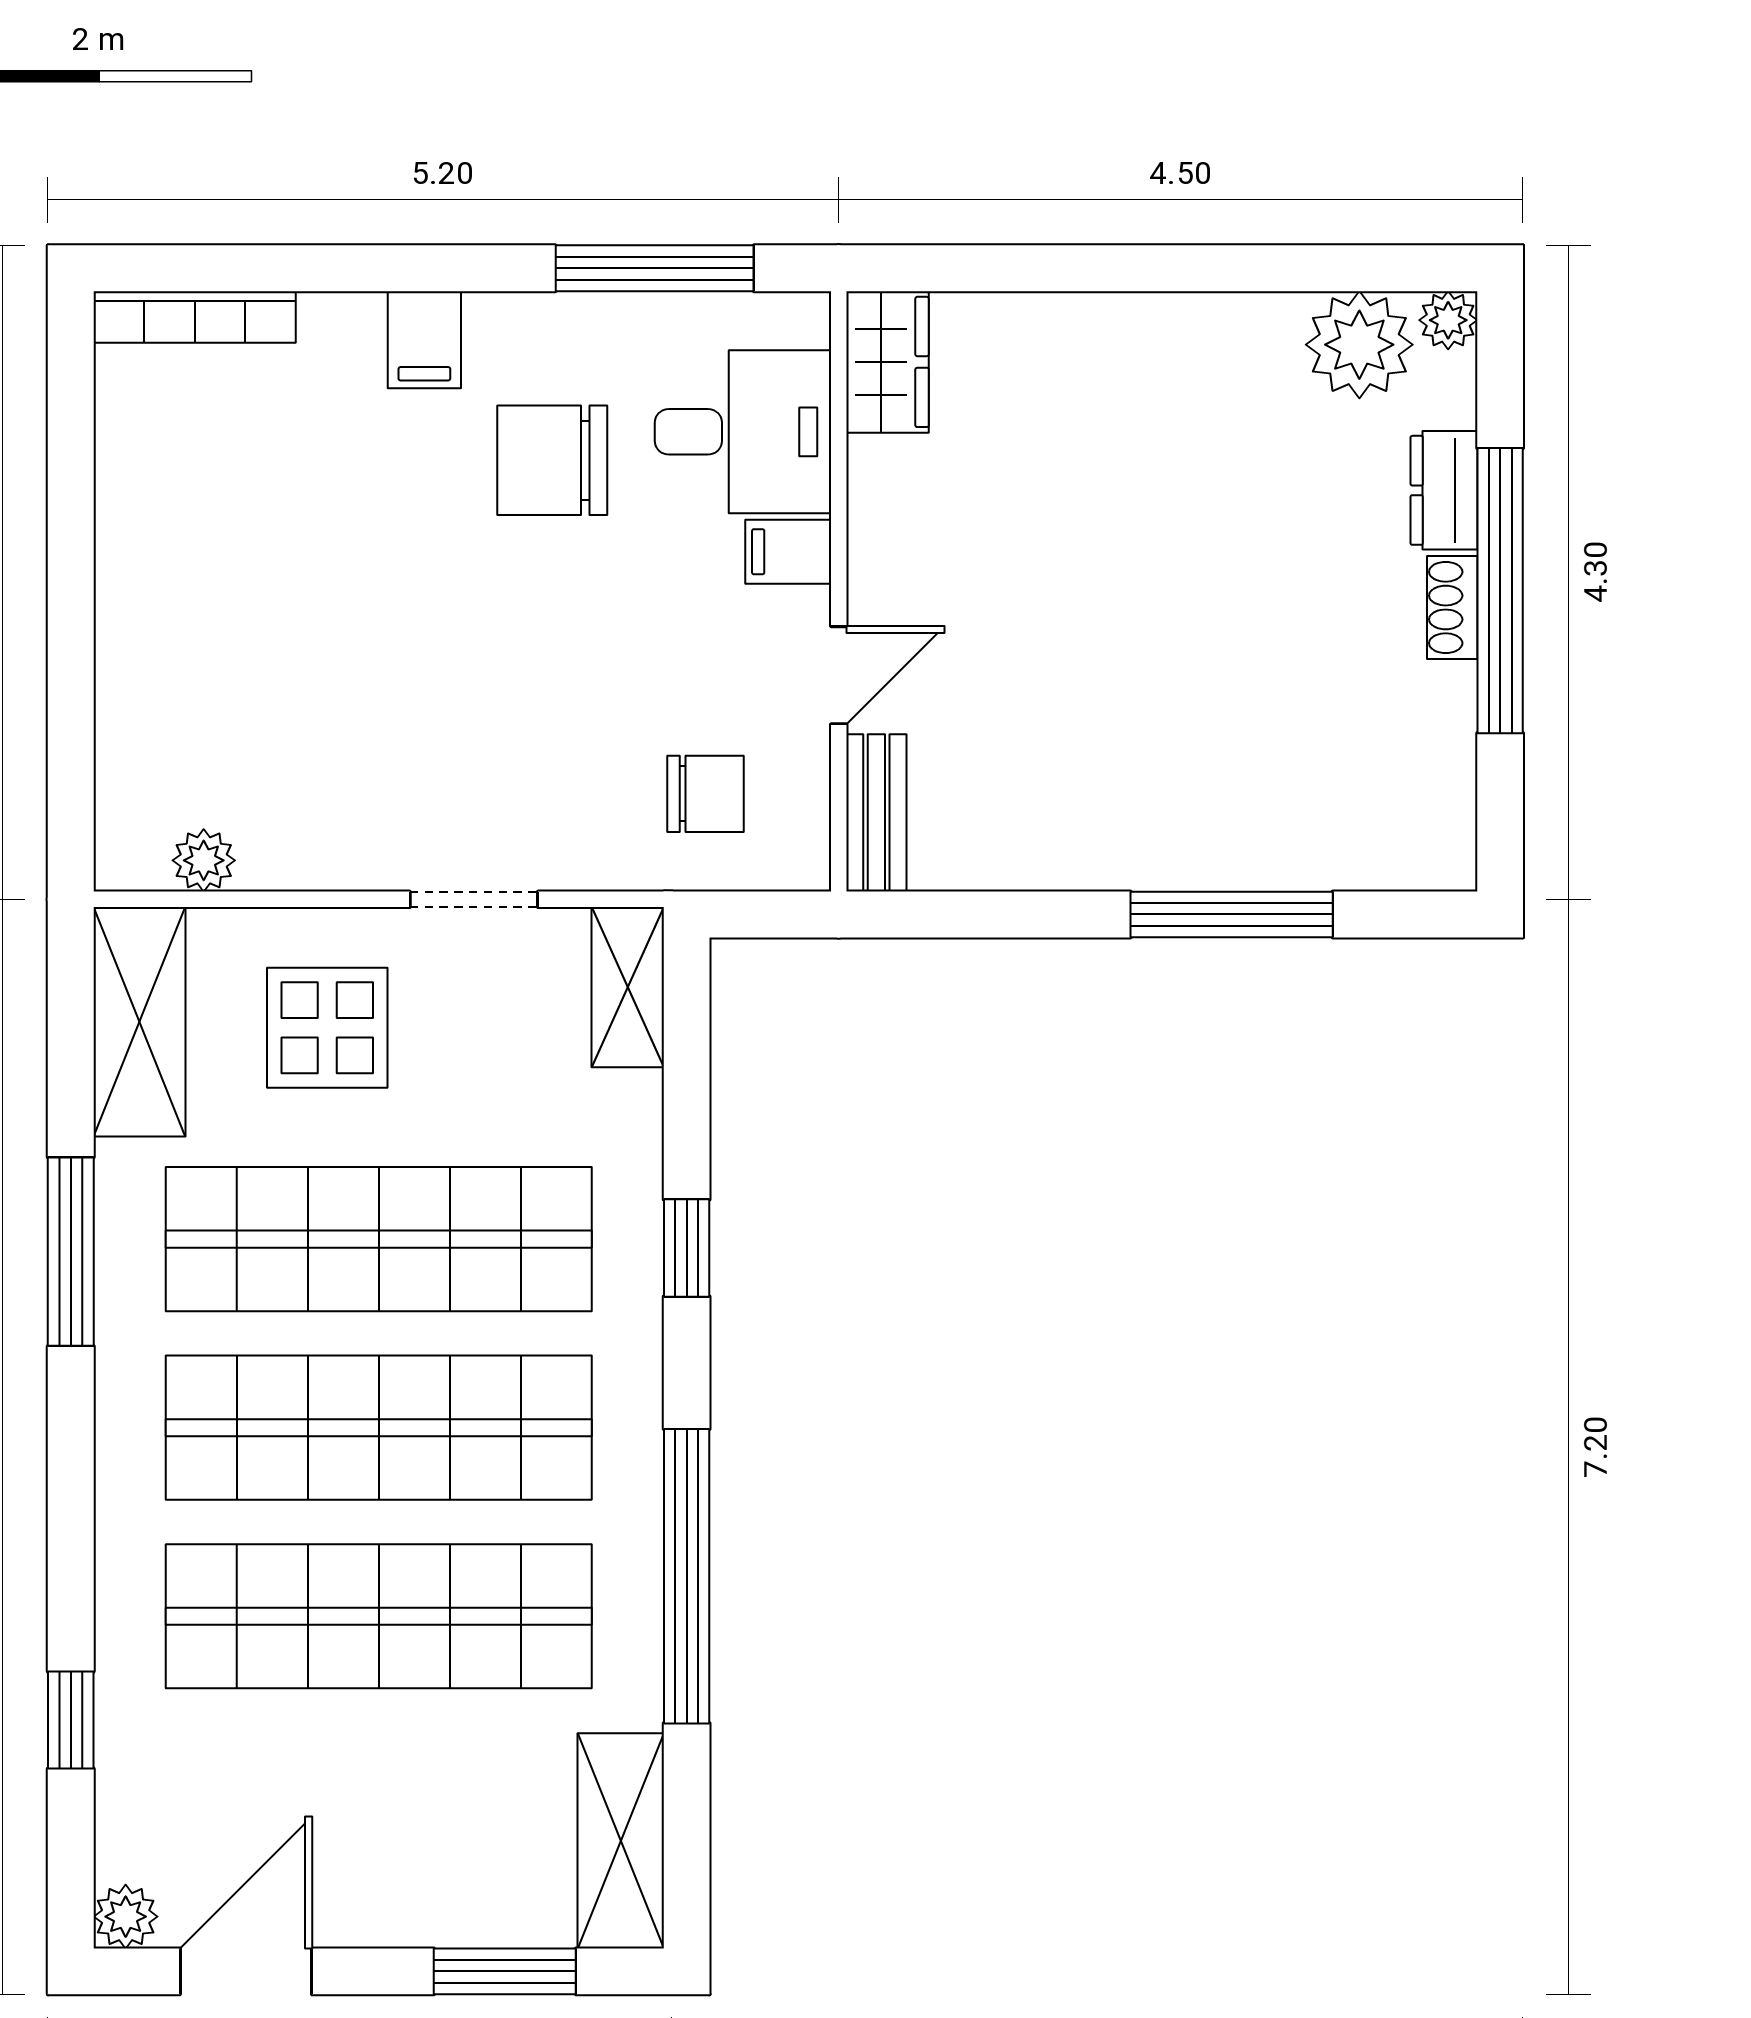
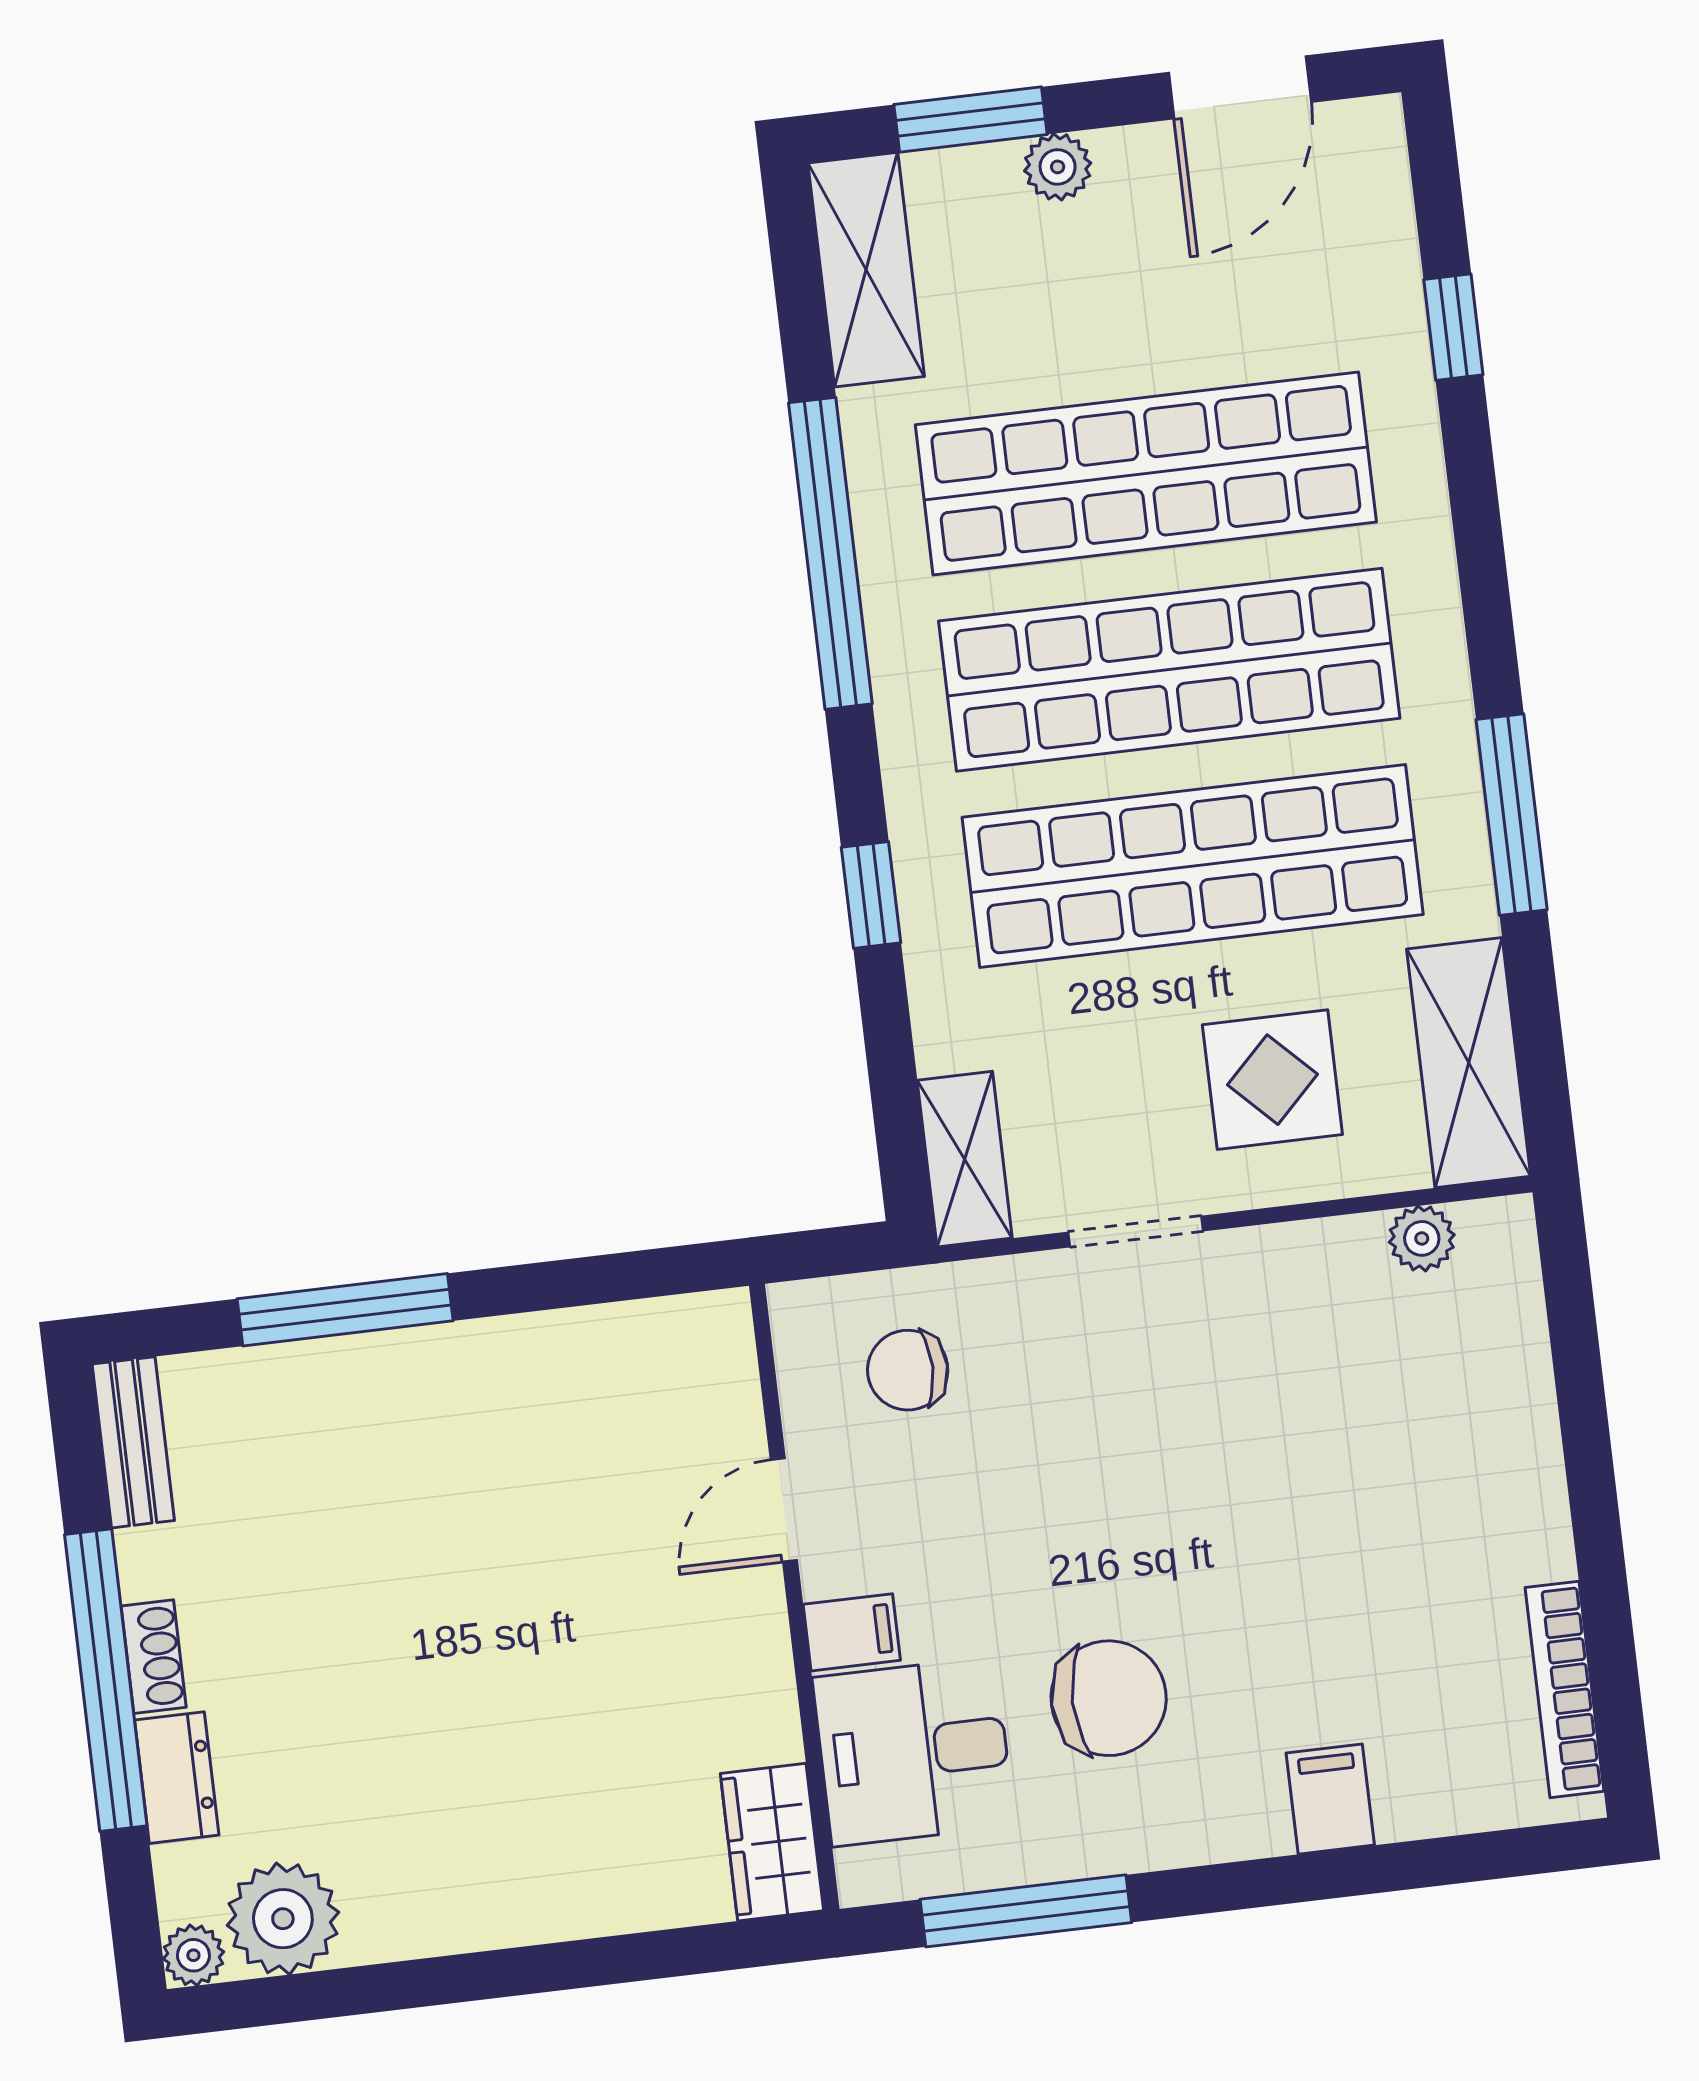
bookcase: (195, 317) -> (1565, 1689), moved, turned -90
filing cabinet: (424, 340) -> (1330, 1799), moved
bench: (876, 813) -> (133, 1442), moved
plant: (126, 1917) -> (1058, 167), moved

